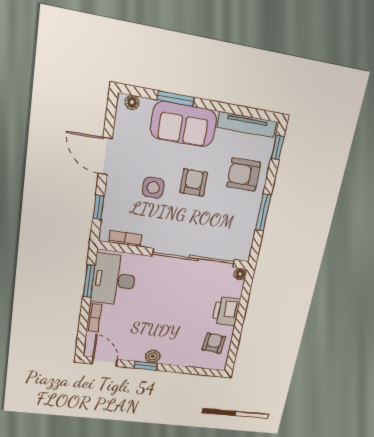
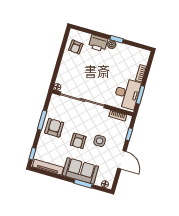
armchair: (244, 175) -> (54, 128), moved, turned -90
printer: (226, 311) -> (98, 43), moved, turned 90
door: (105, 362) -> (139, 46), removed

